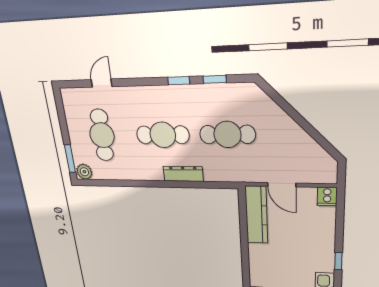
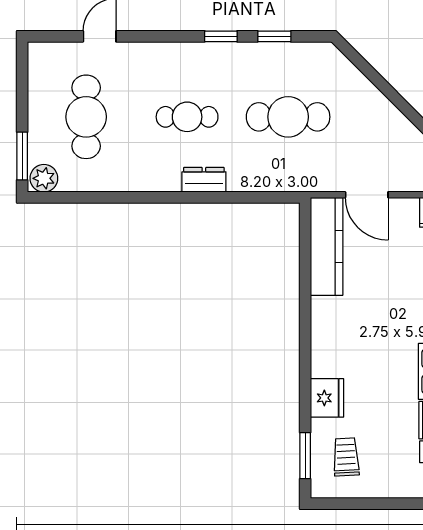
cafe table: (163, 135) -> (187, 117), width x0.73, depth x0.74
dresser: (183, 174) -> (204, 180), width x0.70

